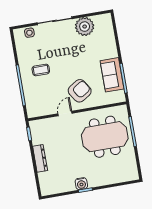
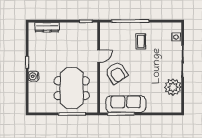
sofa: (112, 75) -> (126, 104), width x1.36
door: (65, 113) -> (99, 56), hinge flipped
dresser: (40, 158) -> (47, 27), moved
water cooler: (81, 184) -> (34, 76), moved

